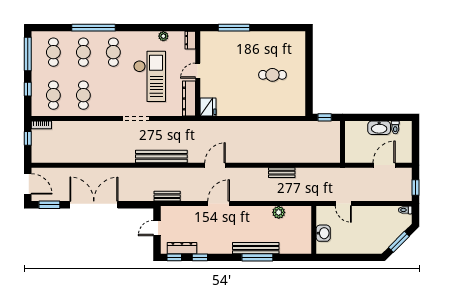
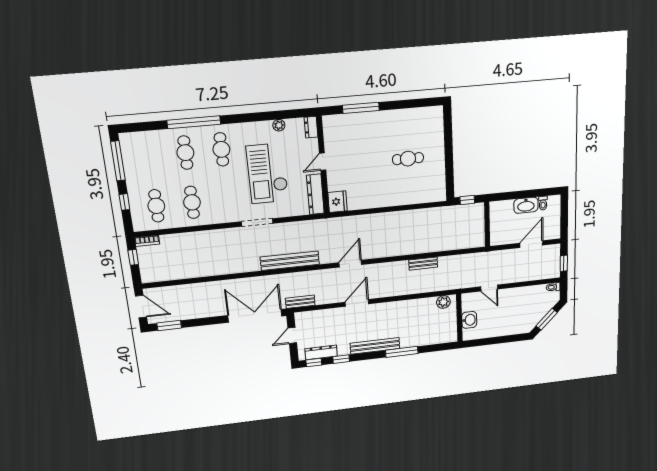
cafe table: (53, 52) -> (149, 156), removed
checkout: (150, 76) -> (267, 173), turned 180
double door: (94, 205) -> (255, 316), moved
plant: (279, 212) -> (443, 302), moved
bench: (256, 248) -> (375, 346), moved

